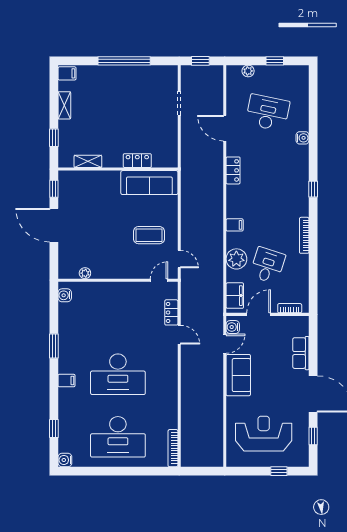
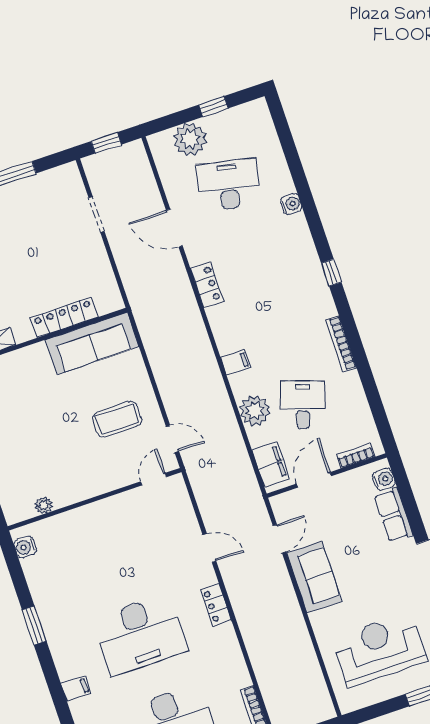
plant: (248, 71) -> (190, 139), width x1.88, depth x1.88
locker: (137, 161) -> (64, 317), width x1.53
locker: (171, 312) -> (216, 605), moved
water cooler: (233, 327) -> (384, 479), moved, turned 180
filing cabinet: (67, 381) -> (76, 688), moved

